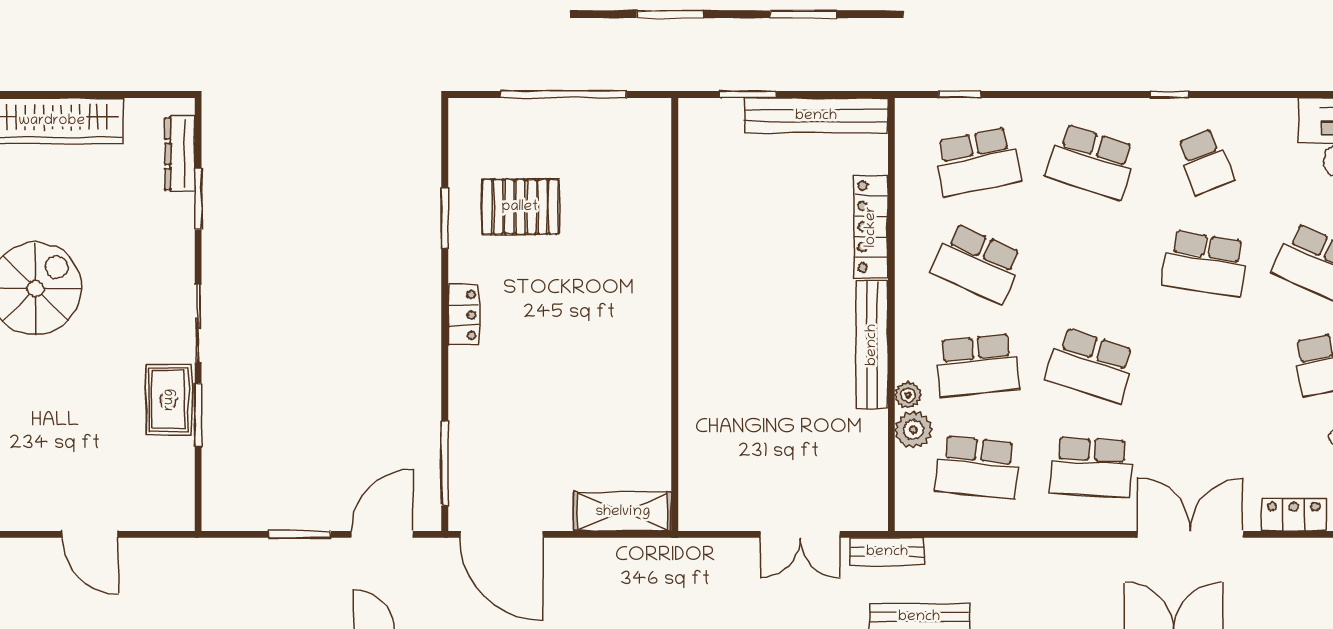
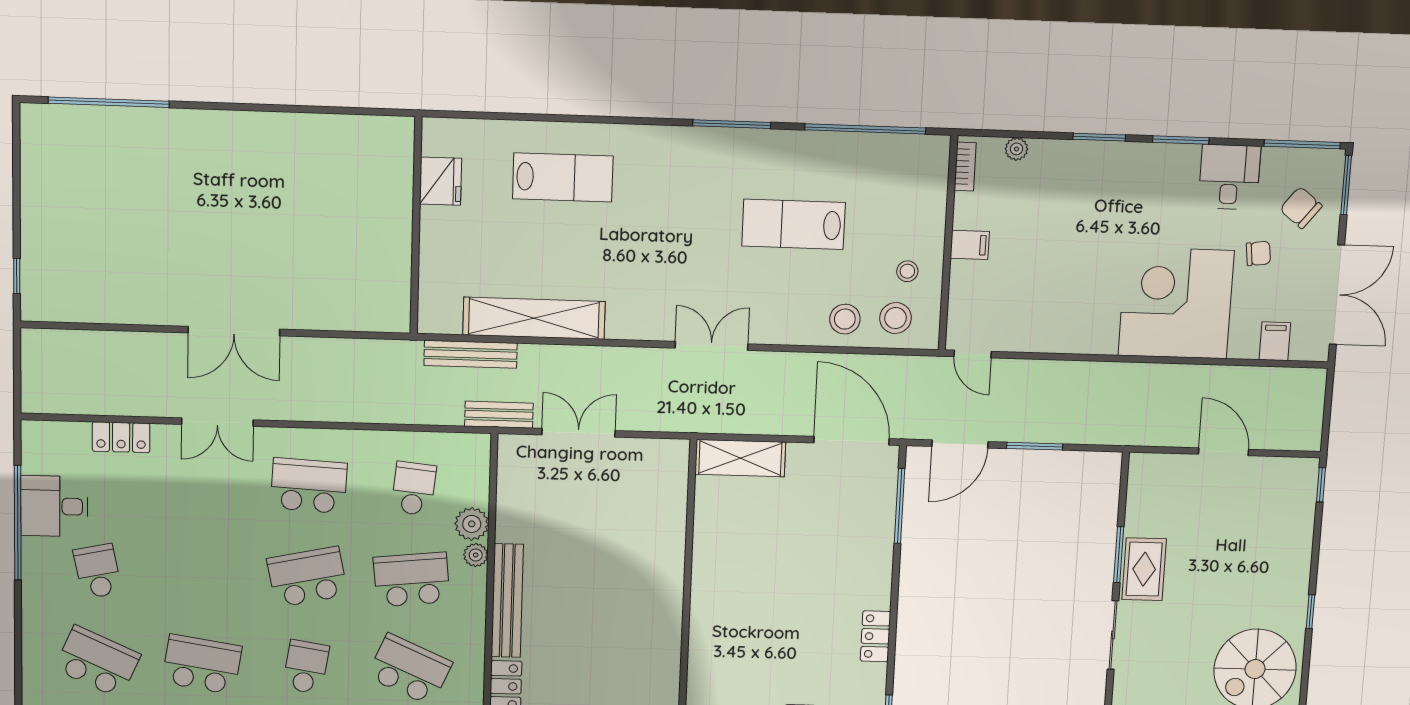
school desk: (1091, 263) -> (306, 667), added
school desk: (1091, 365) -> (307, 577), turned -30
school desk: (977, 467) -> (414, 489), width x0.54
double door: (1190, 534) -> (217, 422), width x0.73

